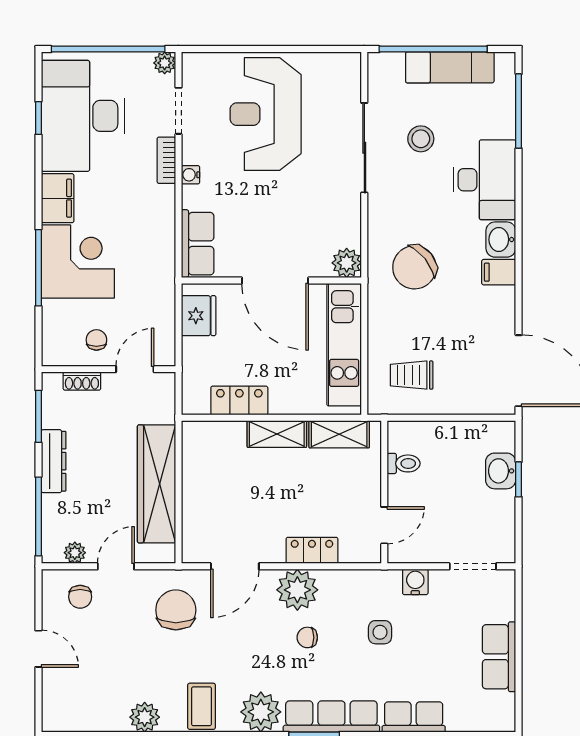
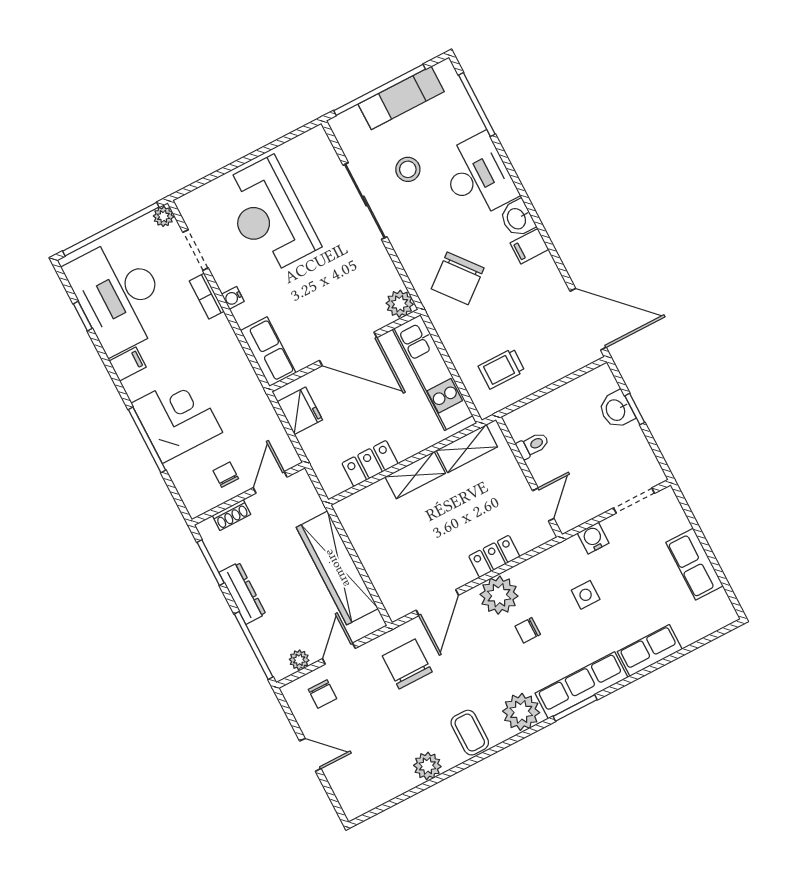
filing cabinet: (58, 198) -> (128, 364), width x0.50

